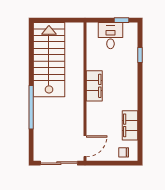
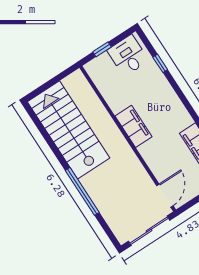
window: (121, 20) -> (102, 49), moved
desk: (110, 36) -> (128, 56), moved

